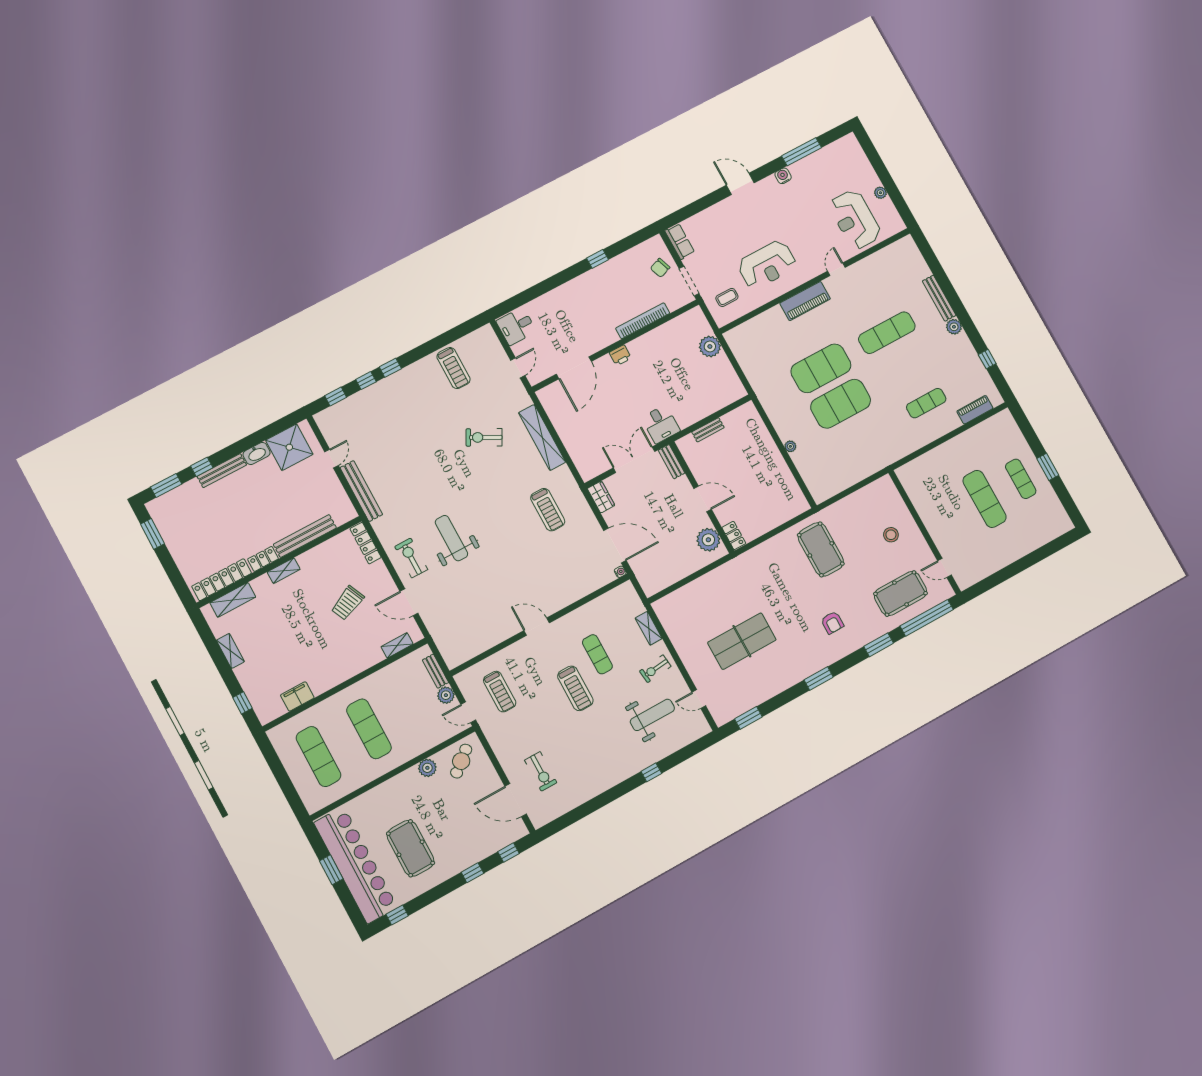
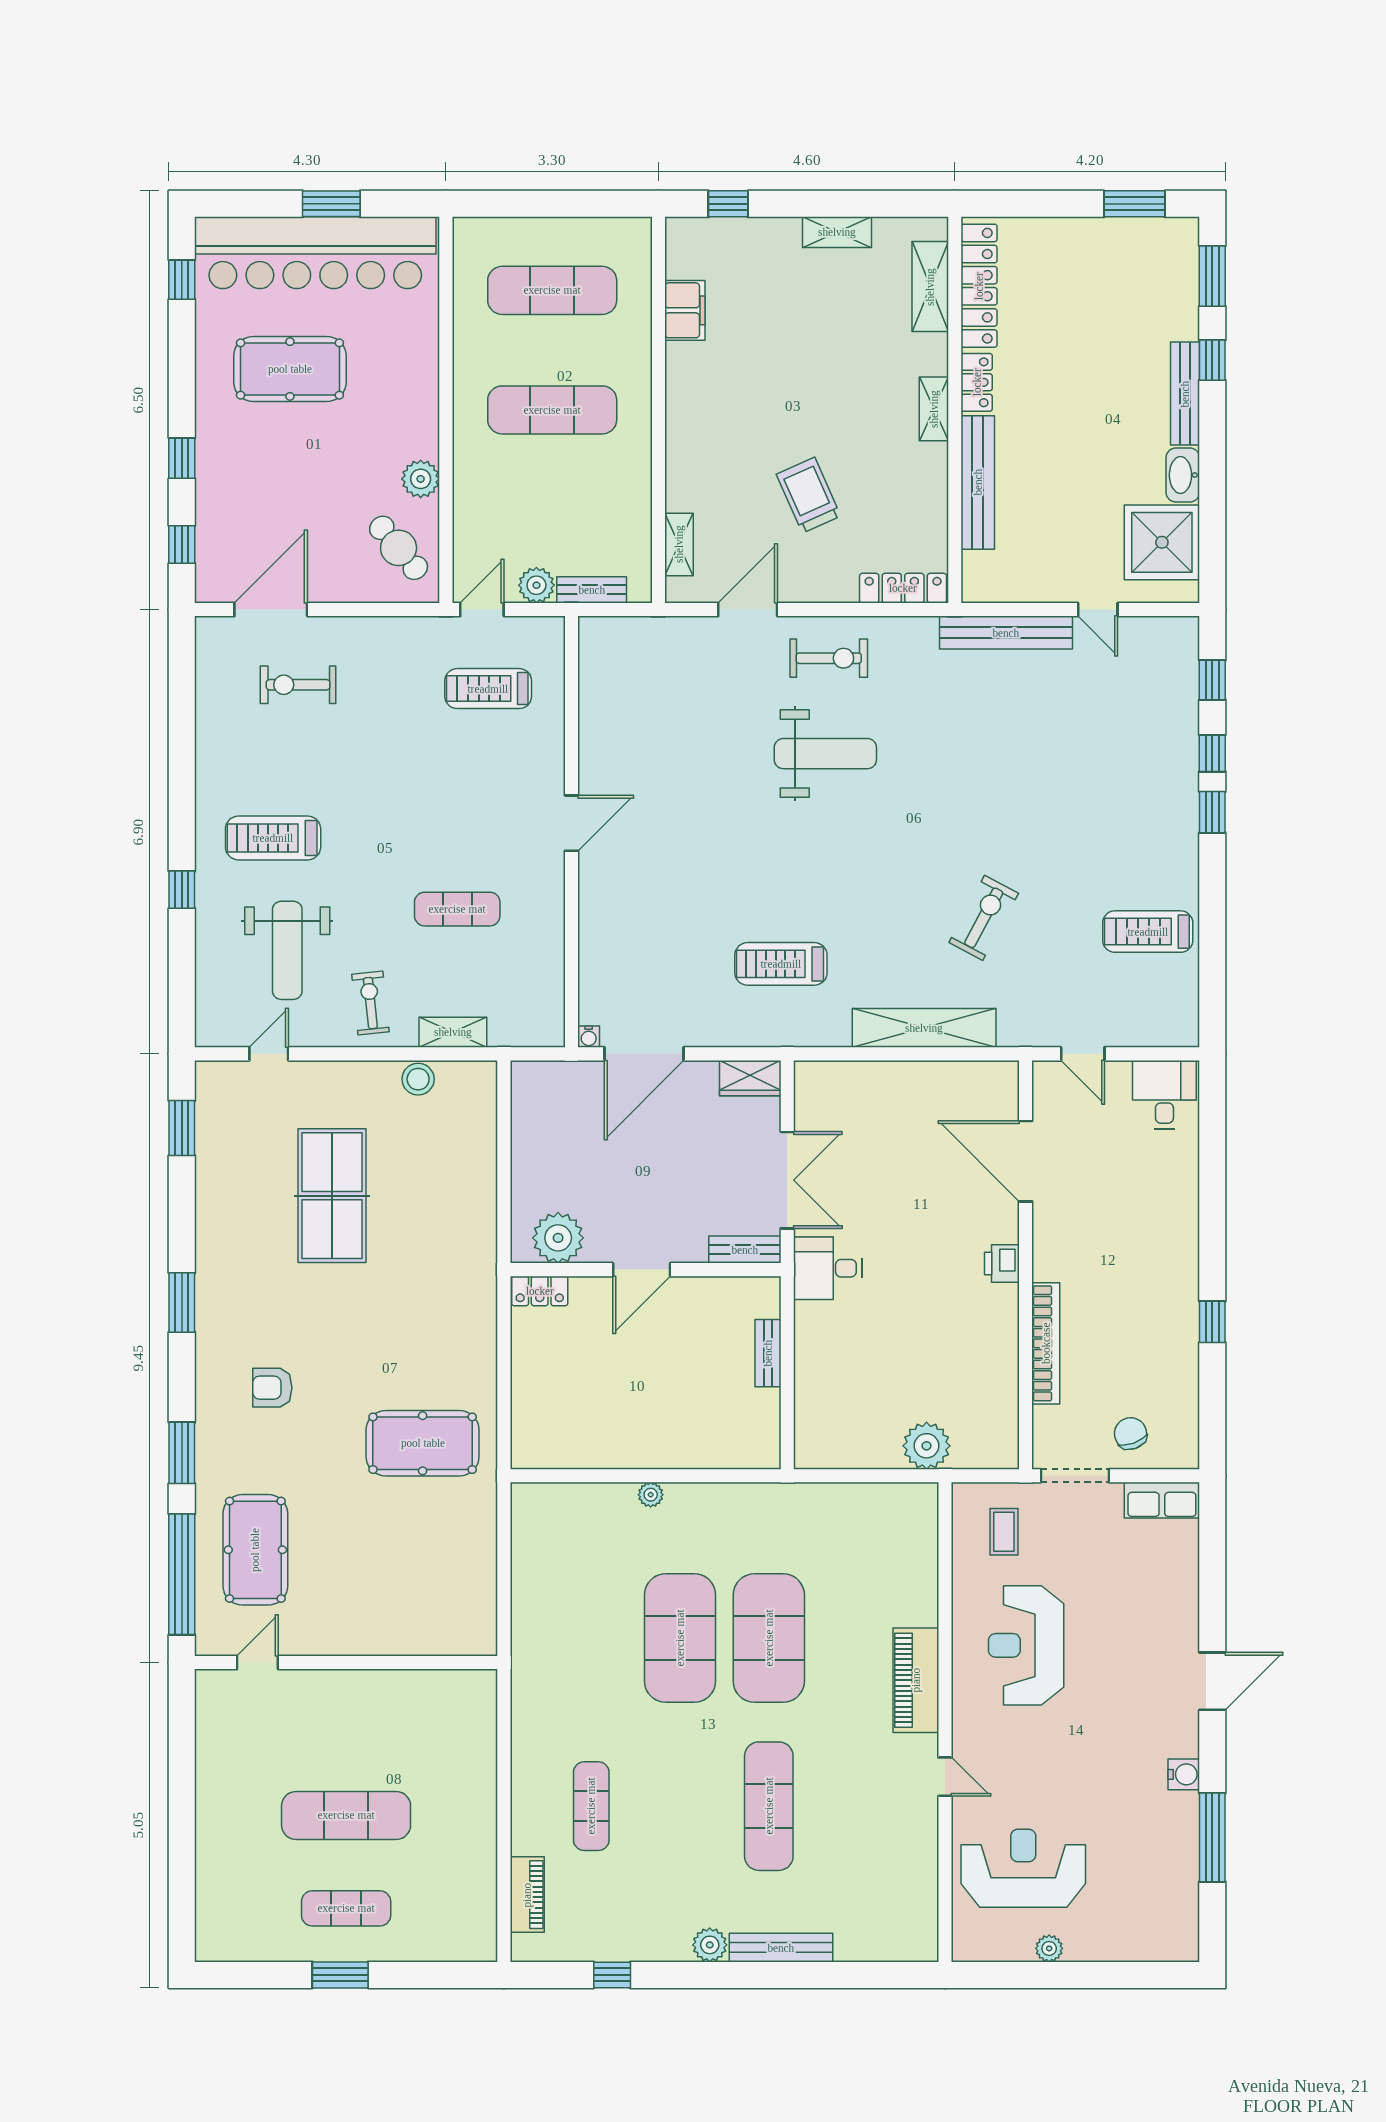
stool: (891, 535) -> (418, 1079), moved
treadmill: (575, 688) -> (273, 838), moved

